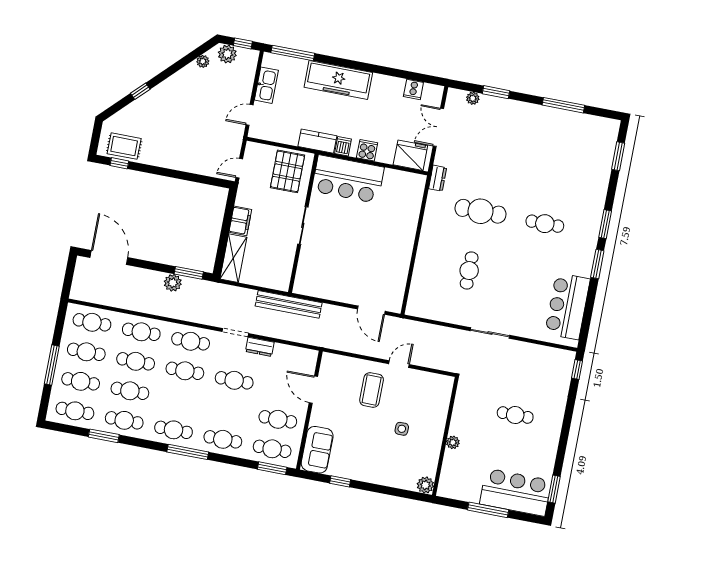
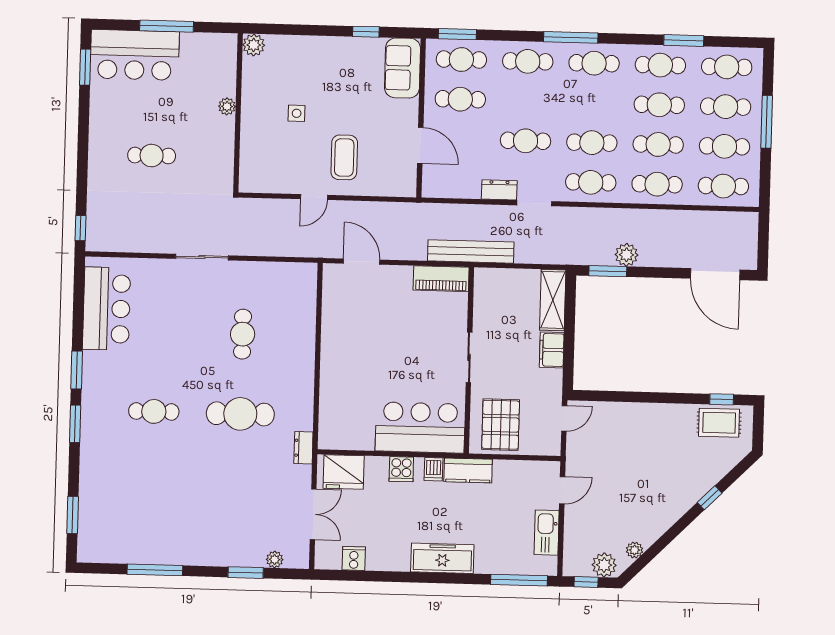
freezer: (338, 80) -> (442, 558), width x0.73, depth x0.79
piano: (314, 288) -> (441, 279), added

